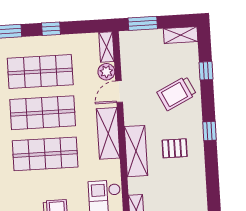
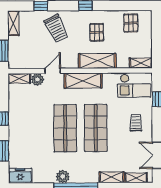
shop shelf: (40, 71) -> (35, 128), removed
door: (119, 92) -> (53, 71), swing flipped
pallet: (190, 194) -> (131, 23), added

